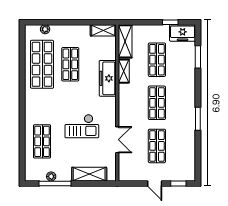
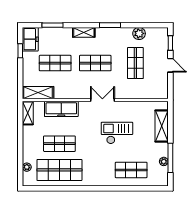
shelving: (124, 71) -> (84, 32), moved
freezer: (108, 78) -> (61, 109), moved
checkout: (82, 126) -> (117, 133), turned -90
double door: (117, 140) -> (102, 100), moved
shop shelf: (157, 146) -> (135, 63), turned 90
plant: (189, 150) -> (139, 33), added
door: (155, 183) -> (170, 65), hinge flipped

